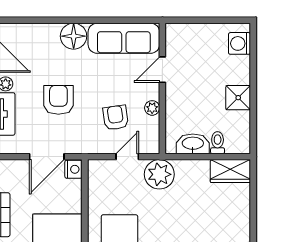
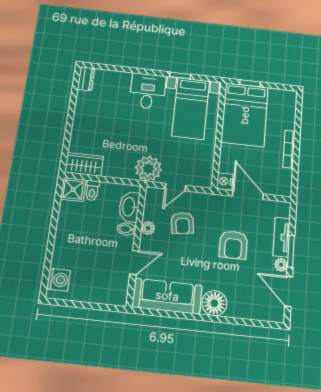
shower: (238, 98) -> (73, 190), moved
bidet: (175, 105) -> (127, 229), added
washbasin: (193, 144) -> (129, 207), moved, turned 90
door: (47, 157) -> (248, 195), hinge flipped

